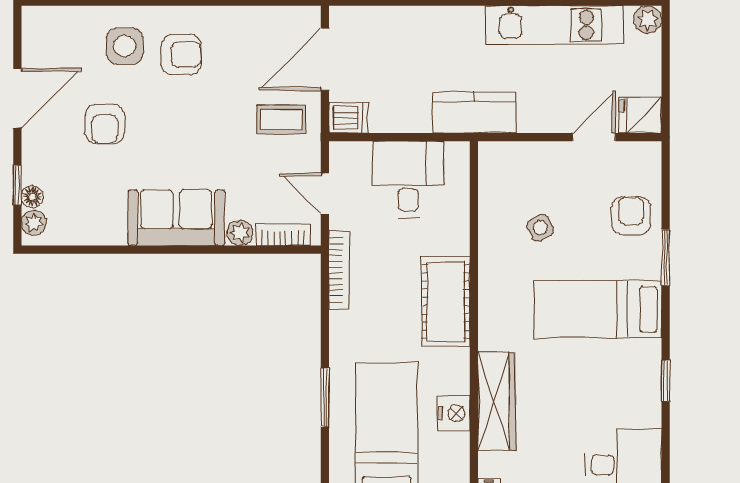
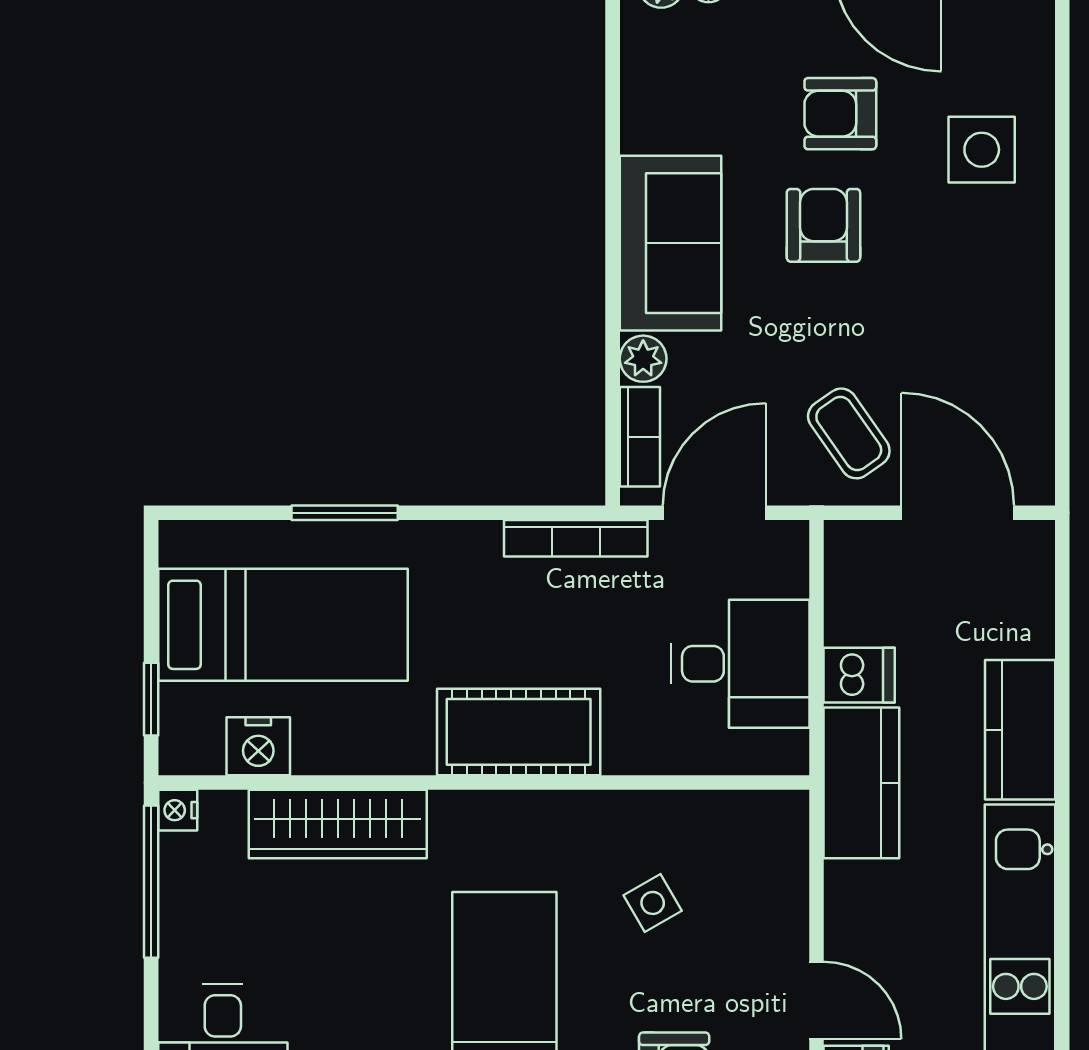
kitchen counter: (445, 25) -> (1020, 730), added
armchair: (181, 55) -> (823, 225), moved, turned 180
dishwasher: (348, 118) -> (859, 675), moved, turned -90
coffee table: (281, 119) -> (849, 433), turned -35
door: (325, 194) -> (714, 513), width x1.37
nightstand: (454, 413) -> (258, 746), moved

